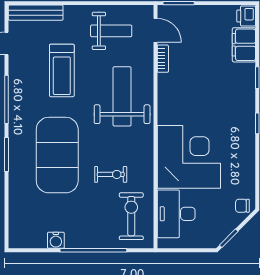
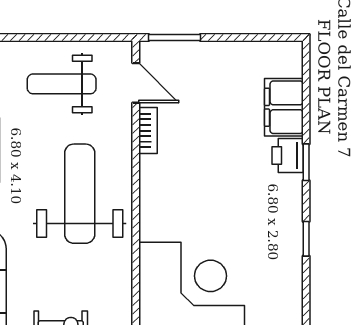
printer: (246, 16) -> (288, 156), moved
weight bench: (111, 31) -> (62, 84), turned 180

